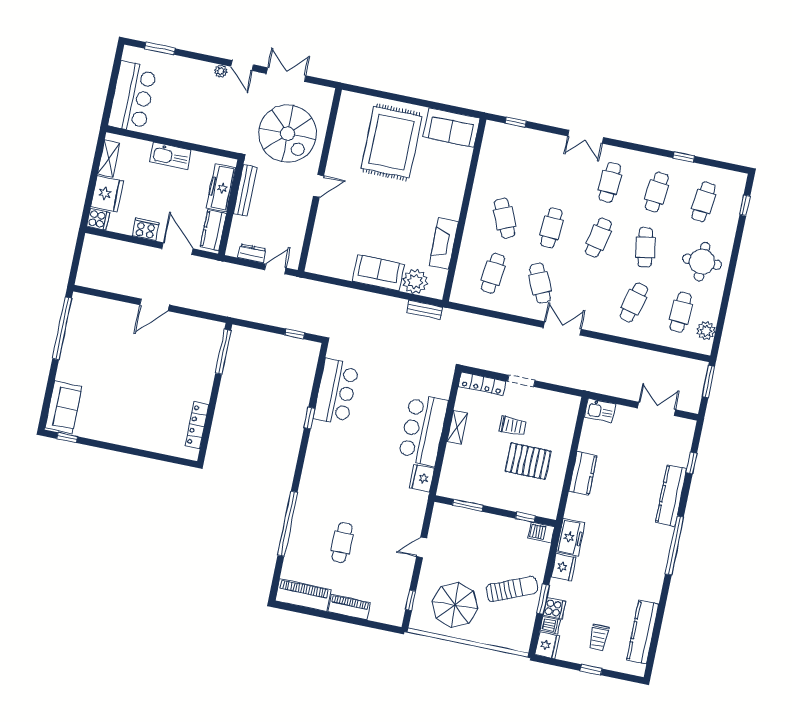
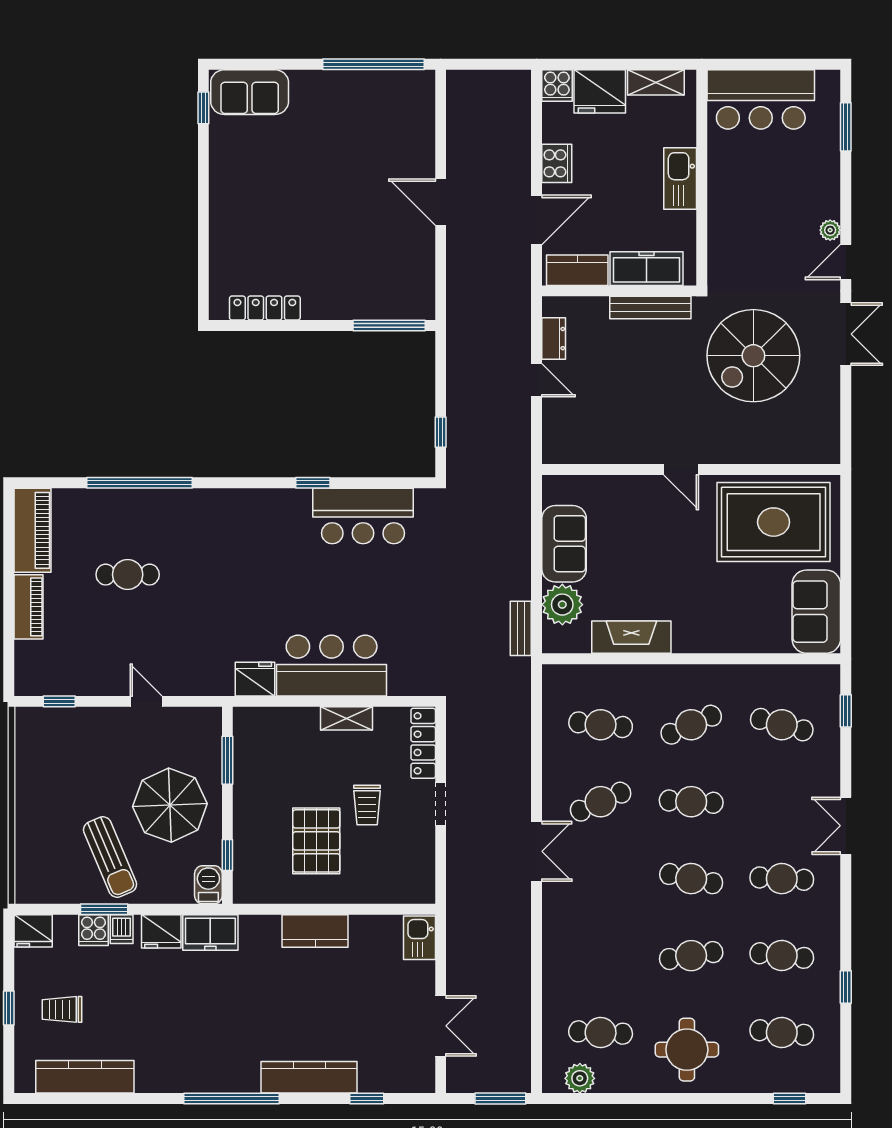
wall: (320, 180) -> (691, 469), moved
door: (319, 186) -> (681, 469), moved
cafe table: (634, 302) -> (782, 725), moved
parasol: (455, 605) -> (170, 805), moved
dishwasher: (550, 625) -> (122, 929), moved

